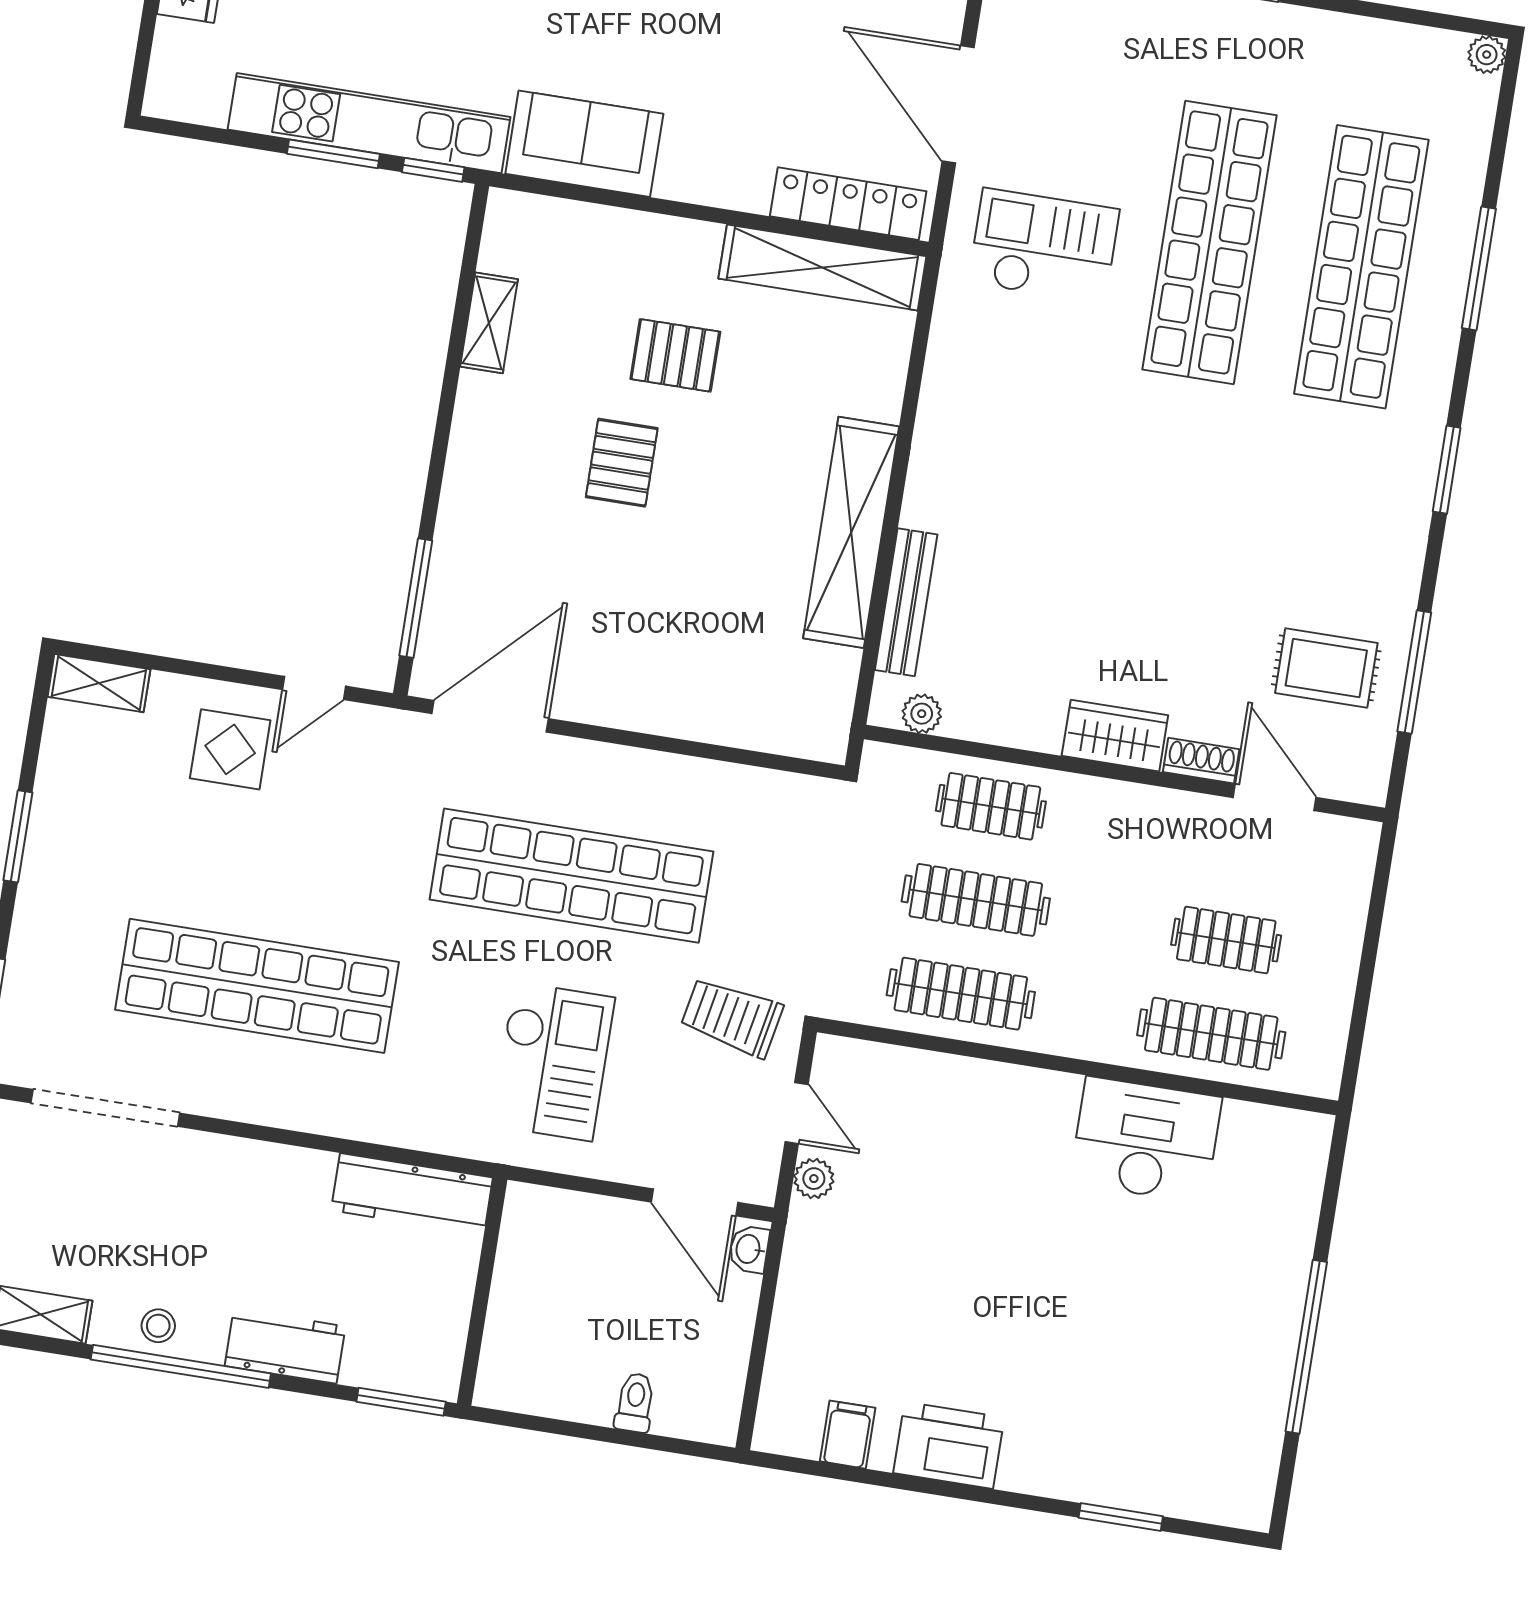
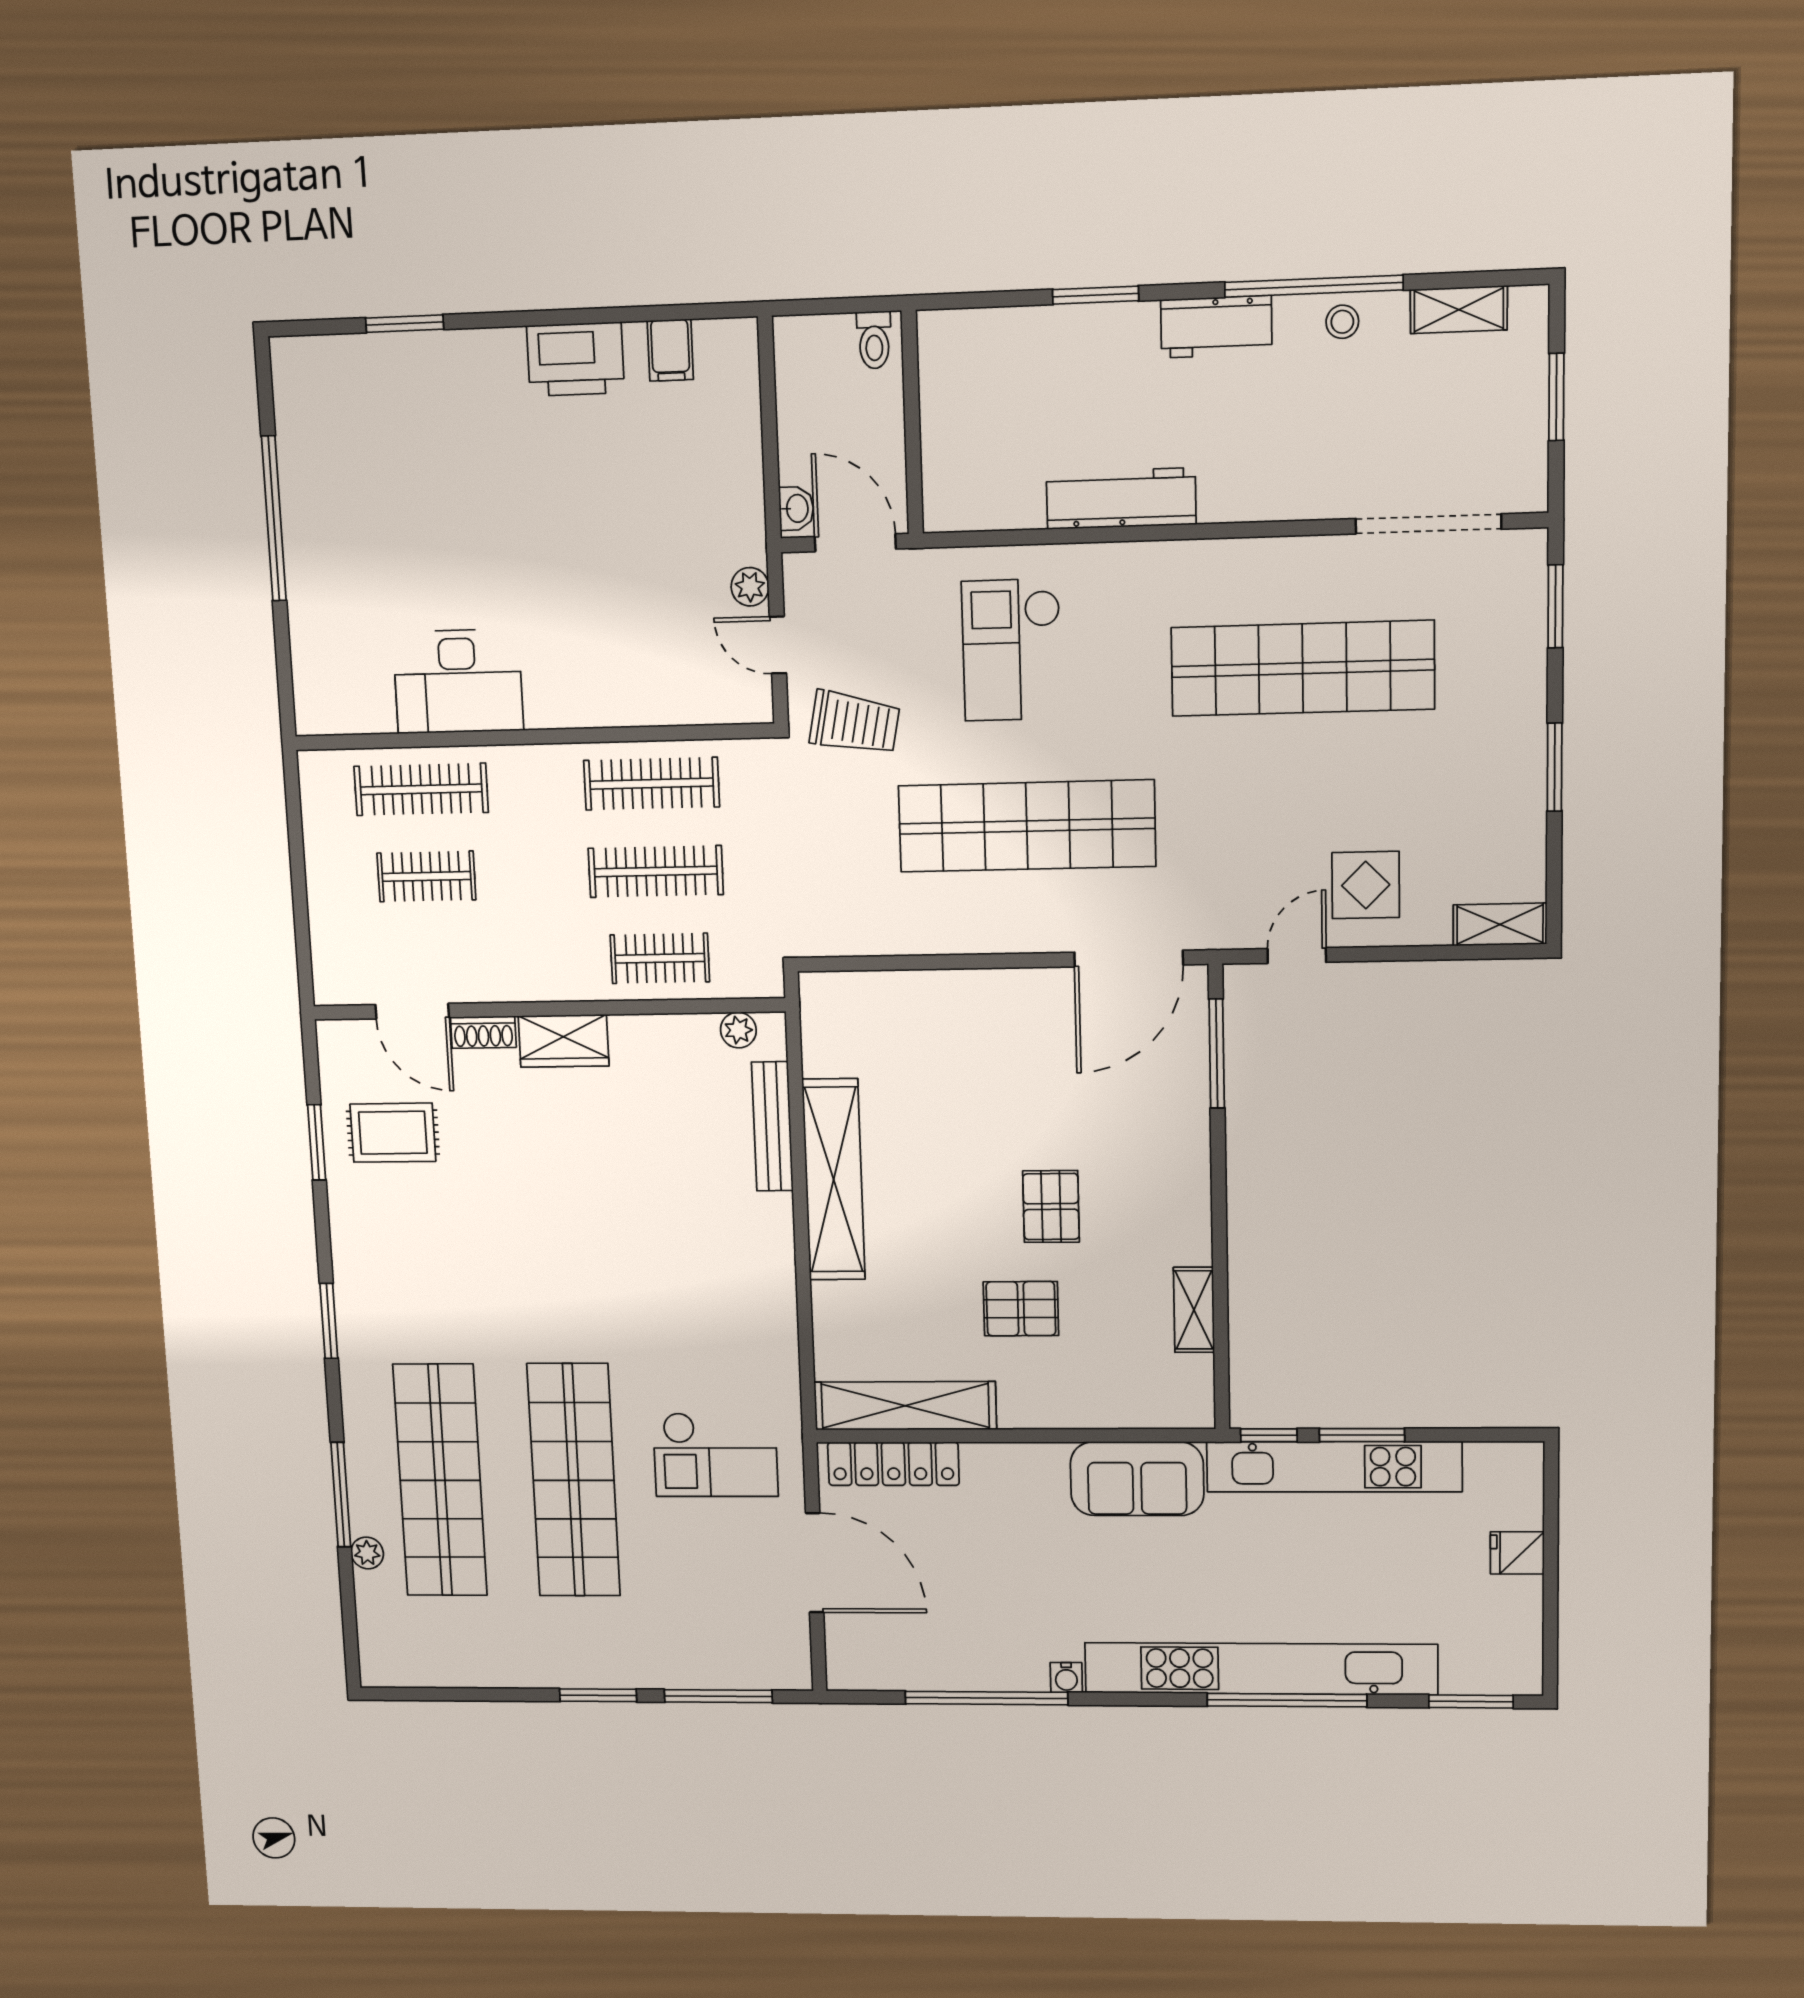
plant: (1487, 55) -> (367, 1553), moved
window: (1414, 672) -> (317, 1142), width x0.69
wall: (482, 1292) -> (912, 423), moved

